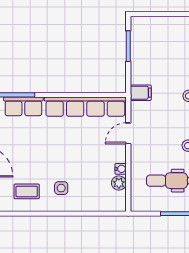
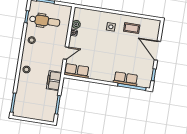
filing cabinet: (141, 93) -> (54, 81), width x2.00
row of seats: (85, 107) -> (77, 71), width x0.50

